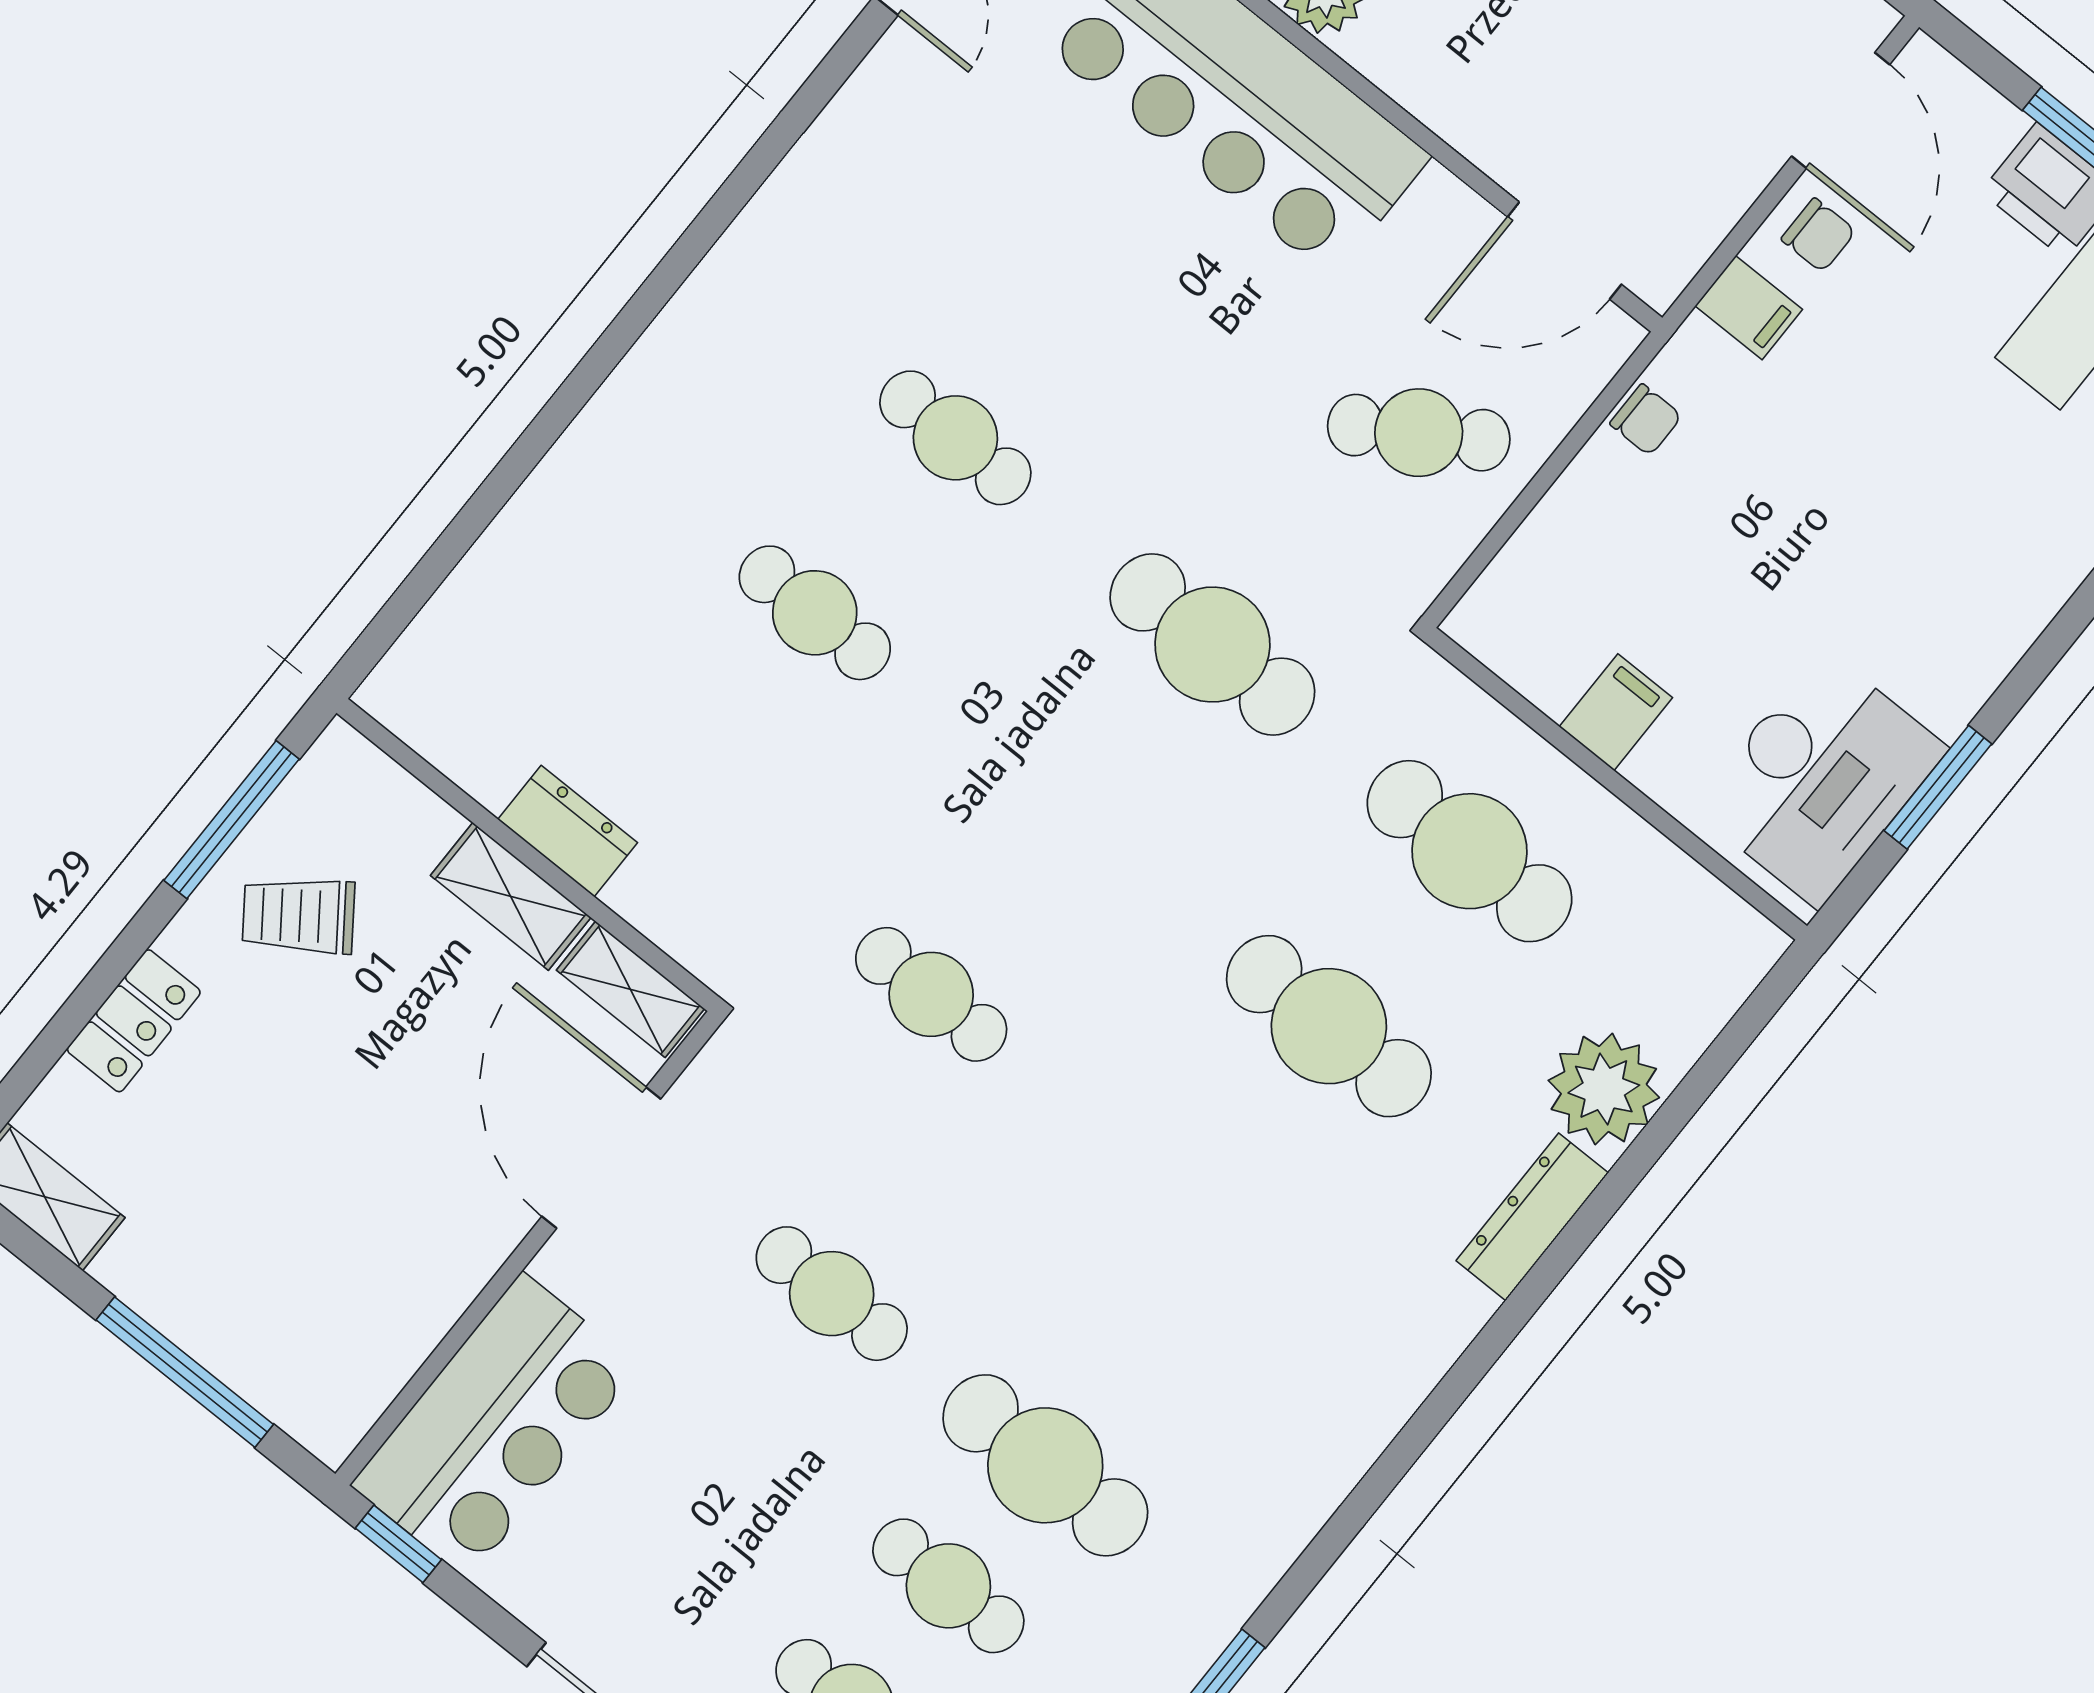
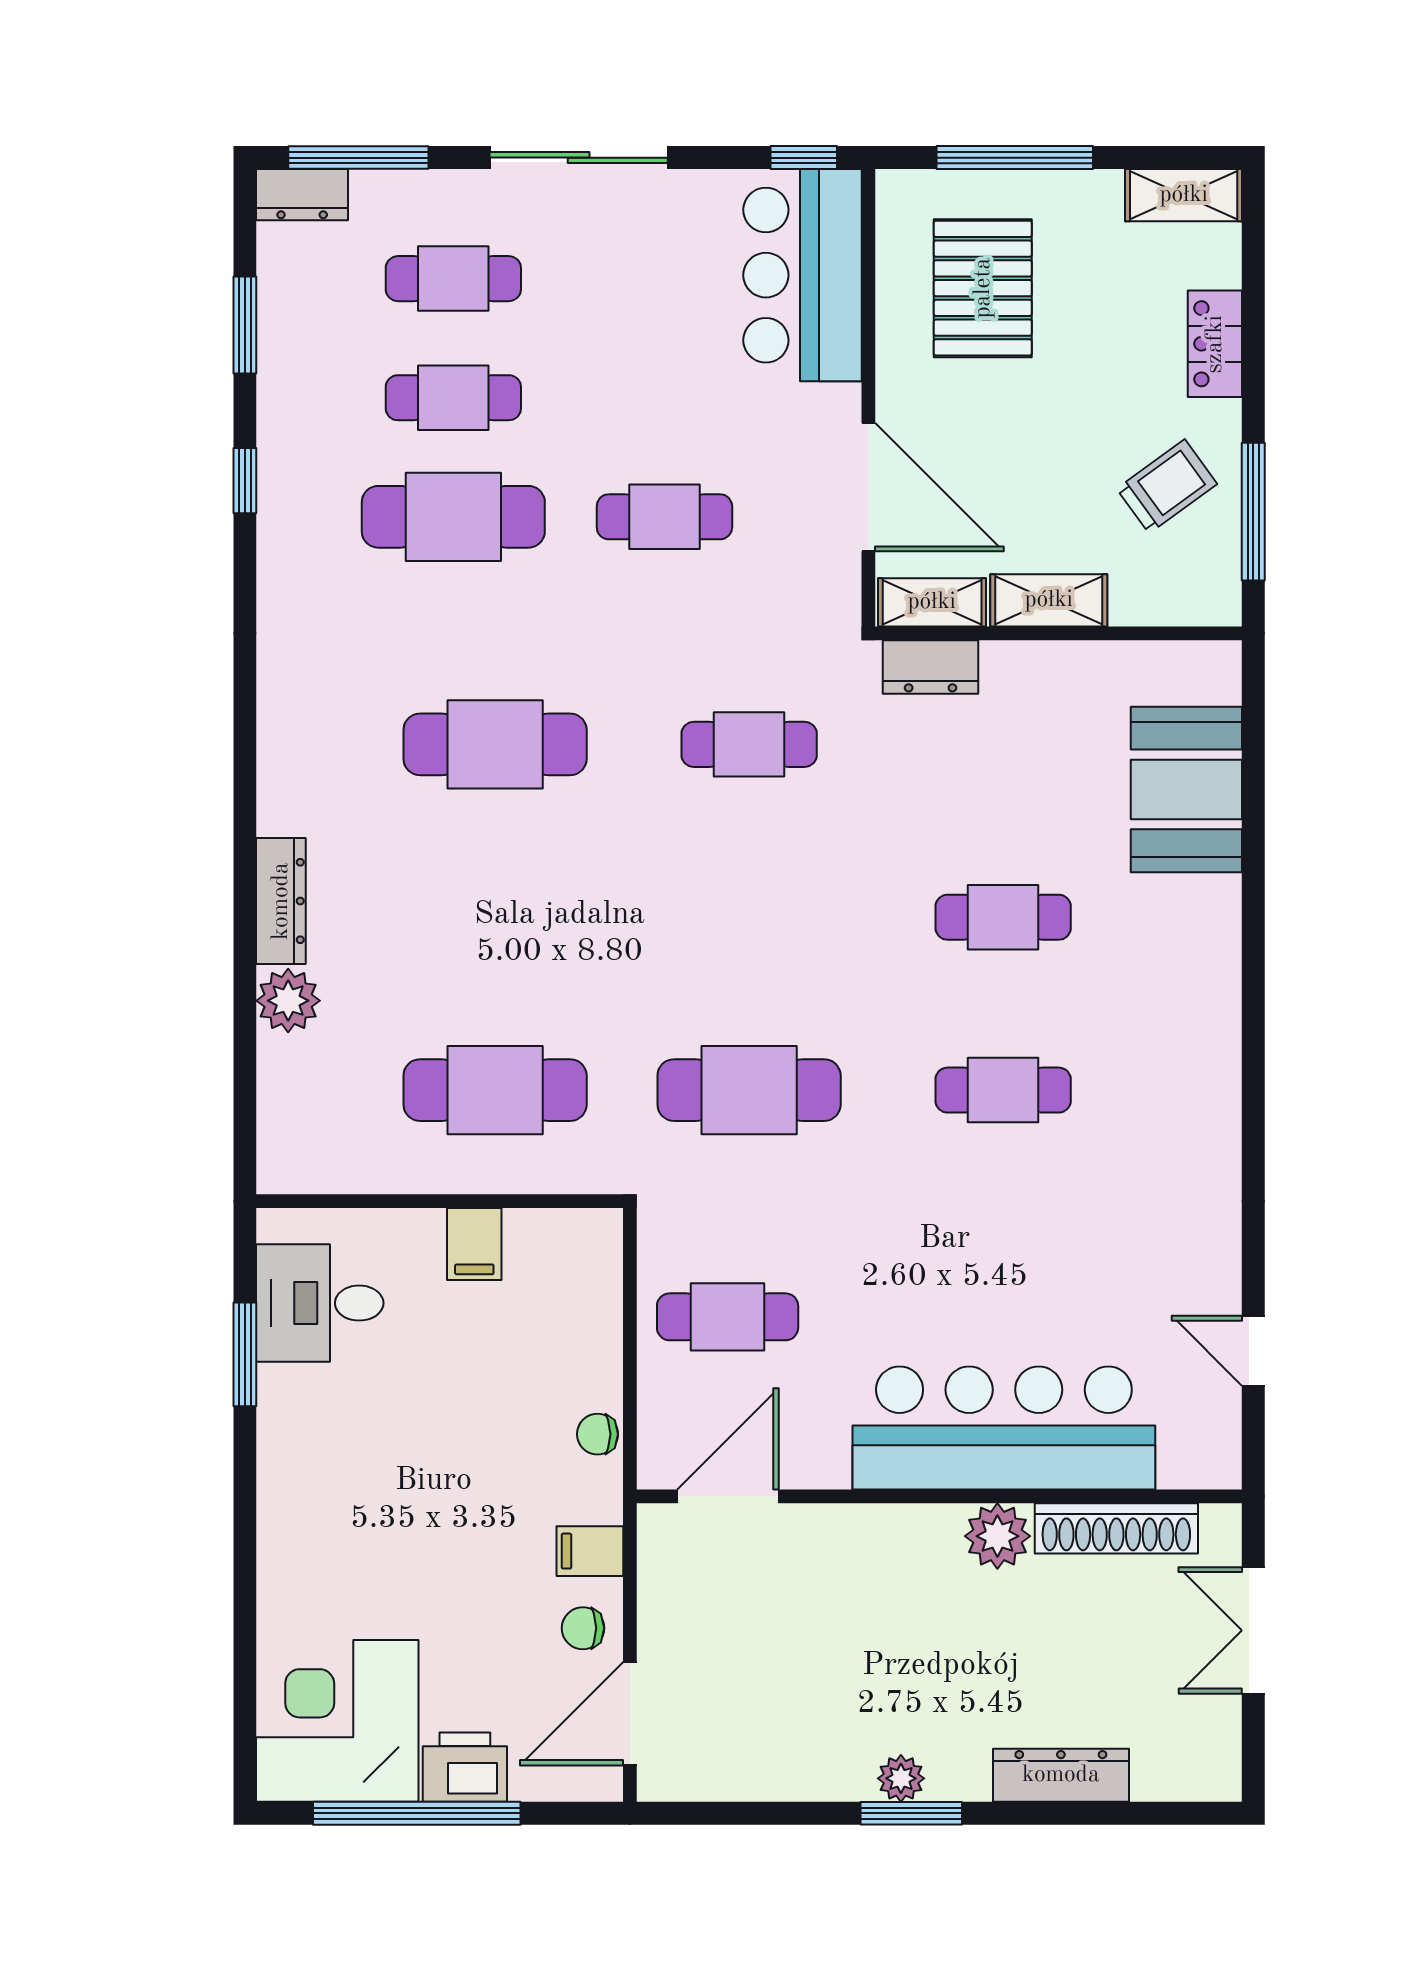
door: (1841, 110) -> (630, 1714), hinge flipped
cafe table: (1419, 433) -> (728, 1317), turned 32
booth: (525, 593) -> (1186, 789), added
desk: (1820, 778) -> (320, 1303), width x0.73
dresser: (568, 831) -> (931, 667), moved
cafe table: (1329, 1026) -> (495, 744), moved
plant: (1604, 1089) -> (288, 1001), width x0.73, depth x0.73
pallet: (324, 1266) -> (983, 288), added

